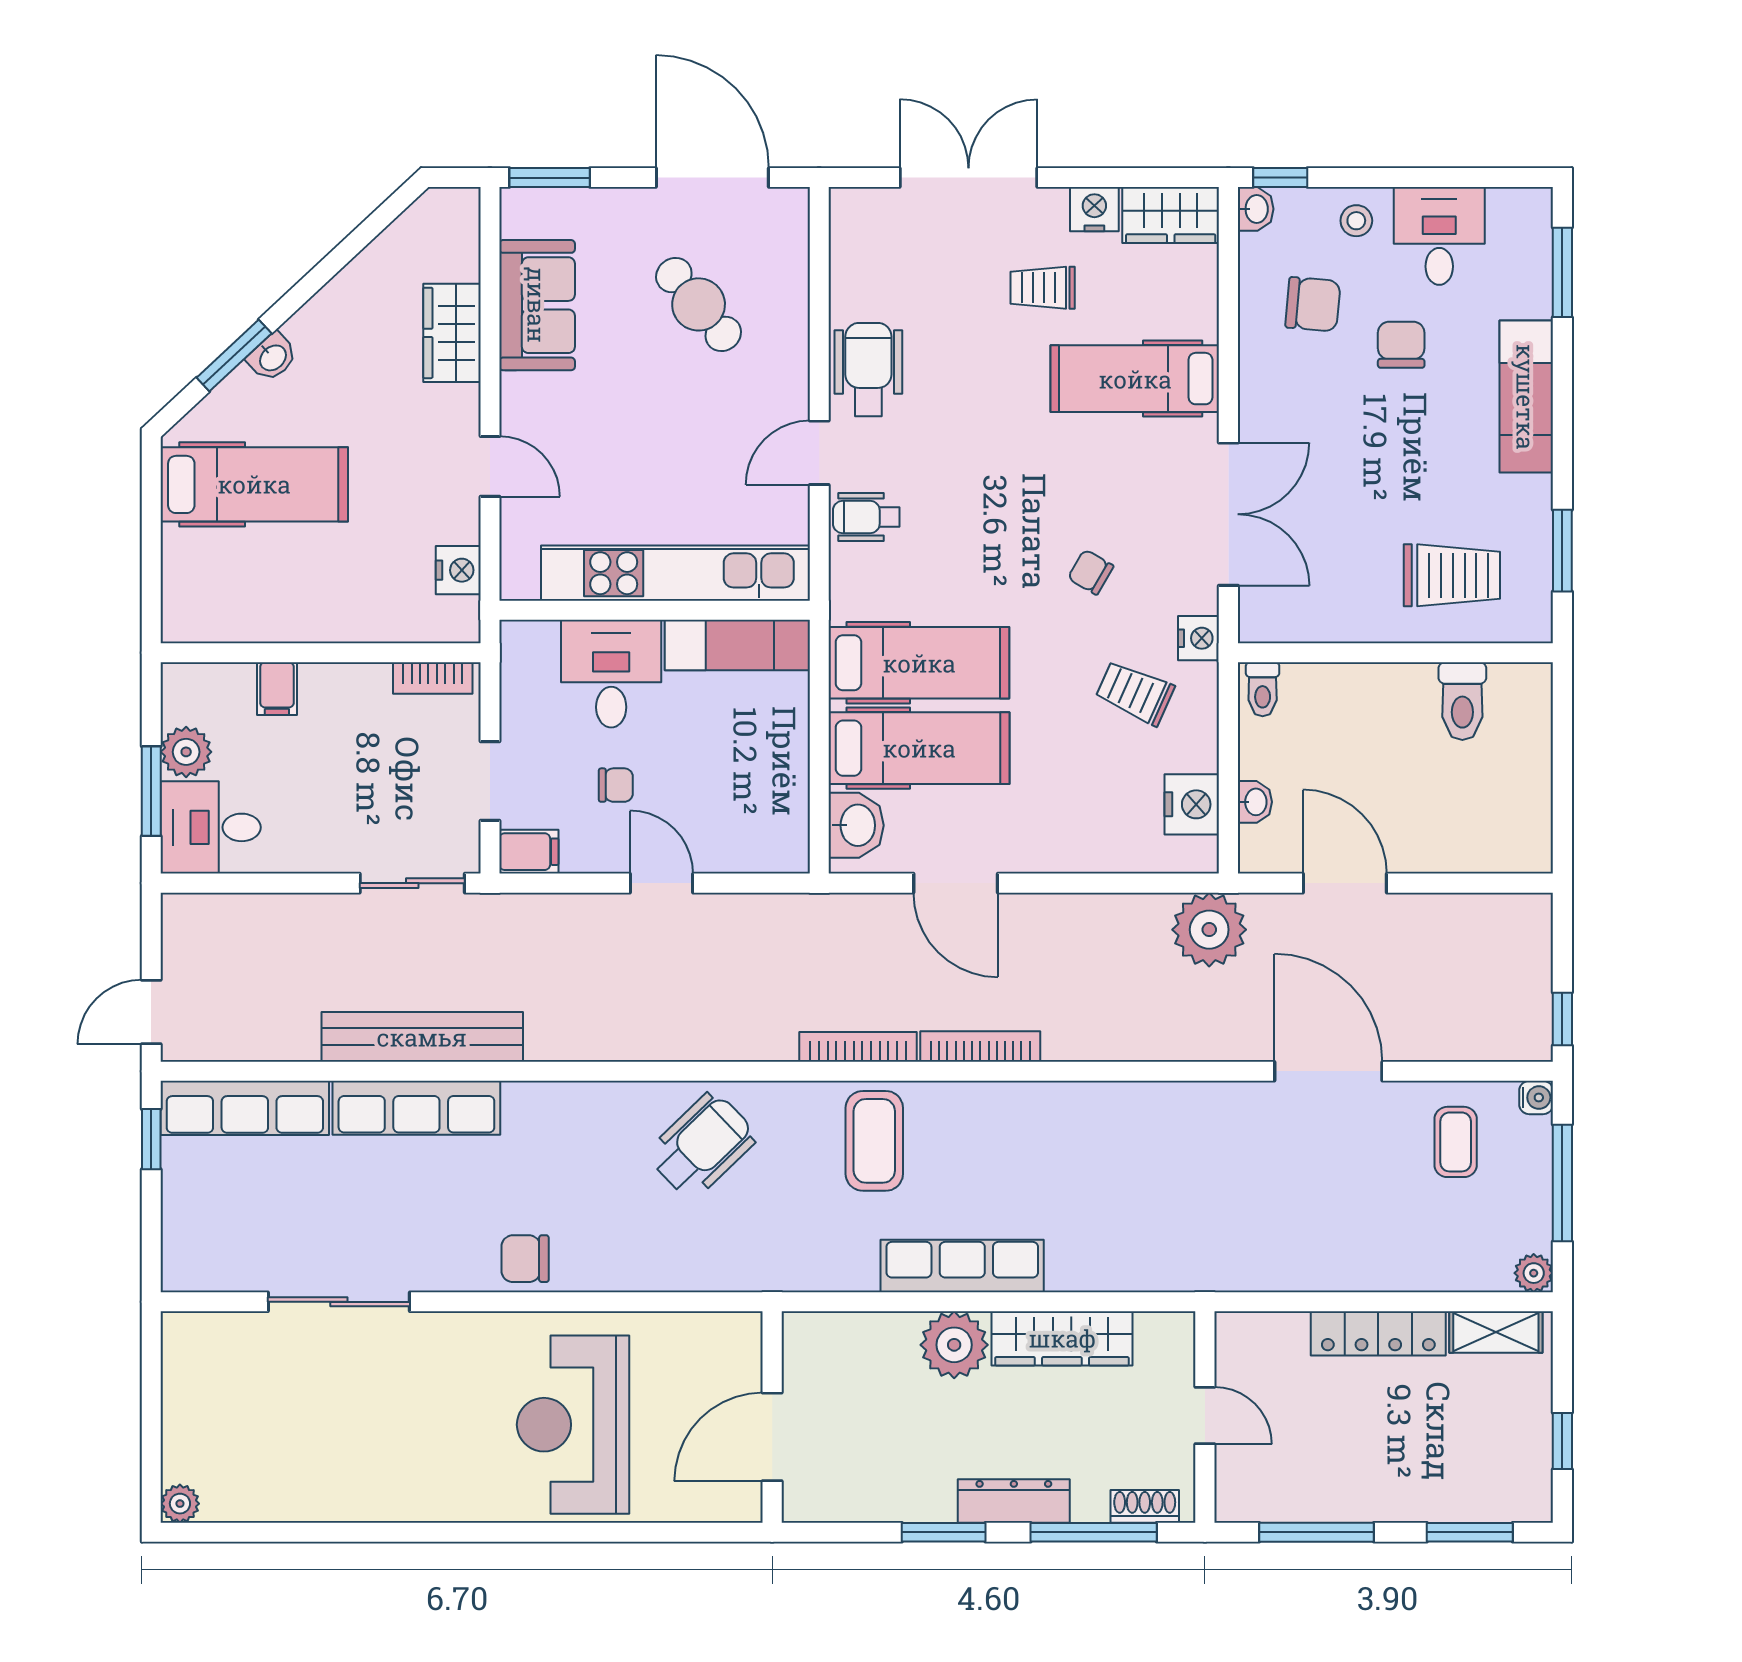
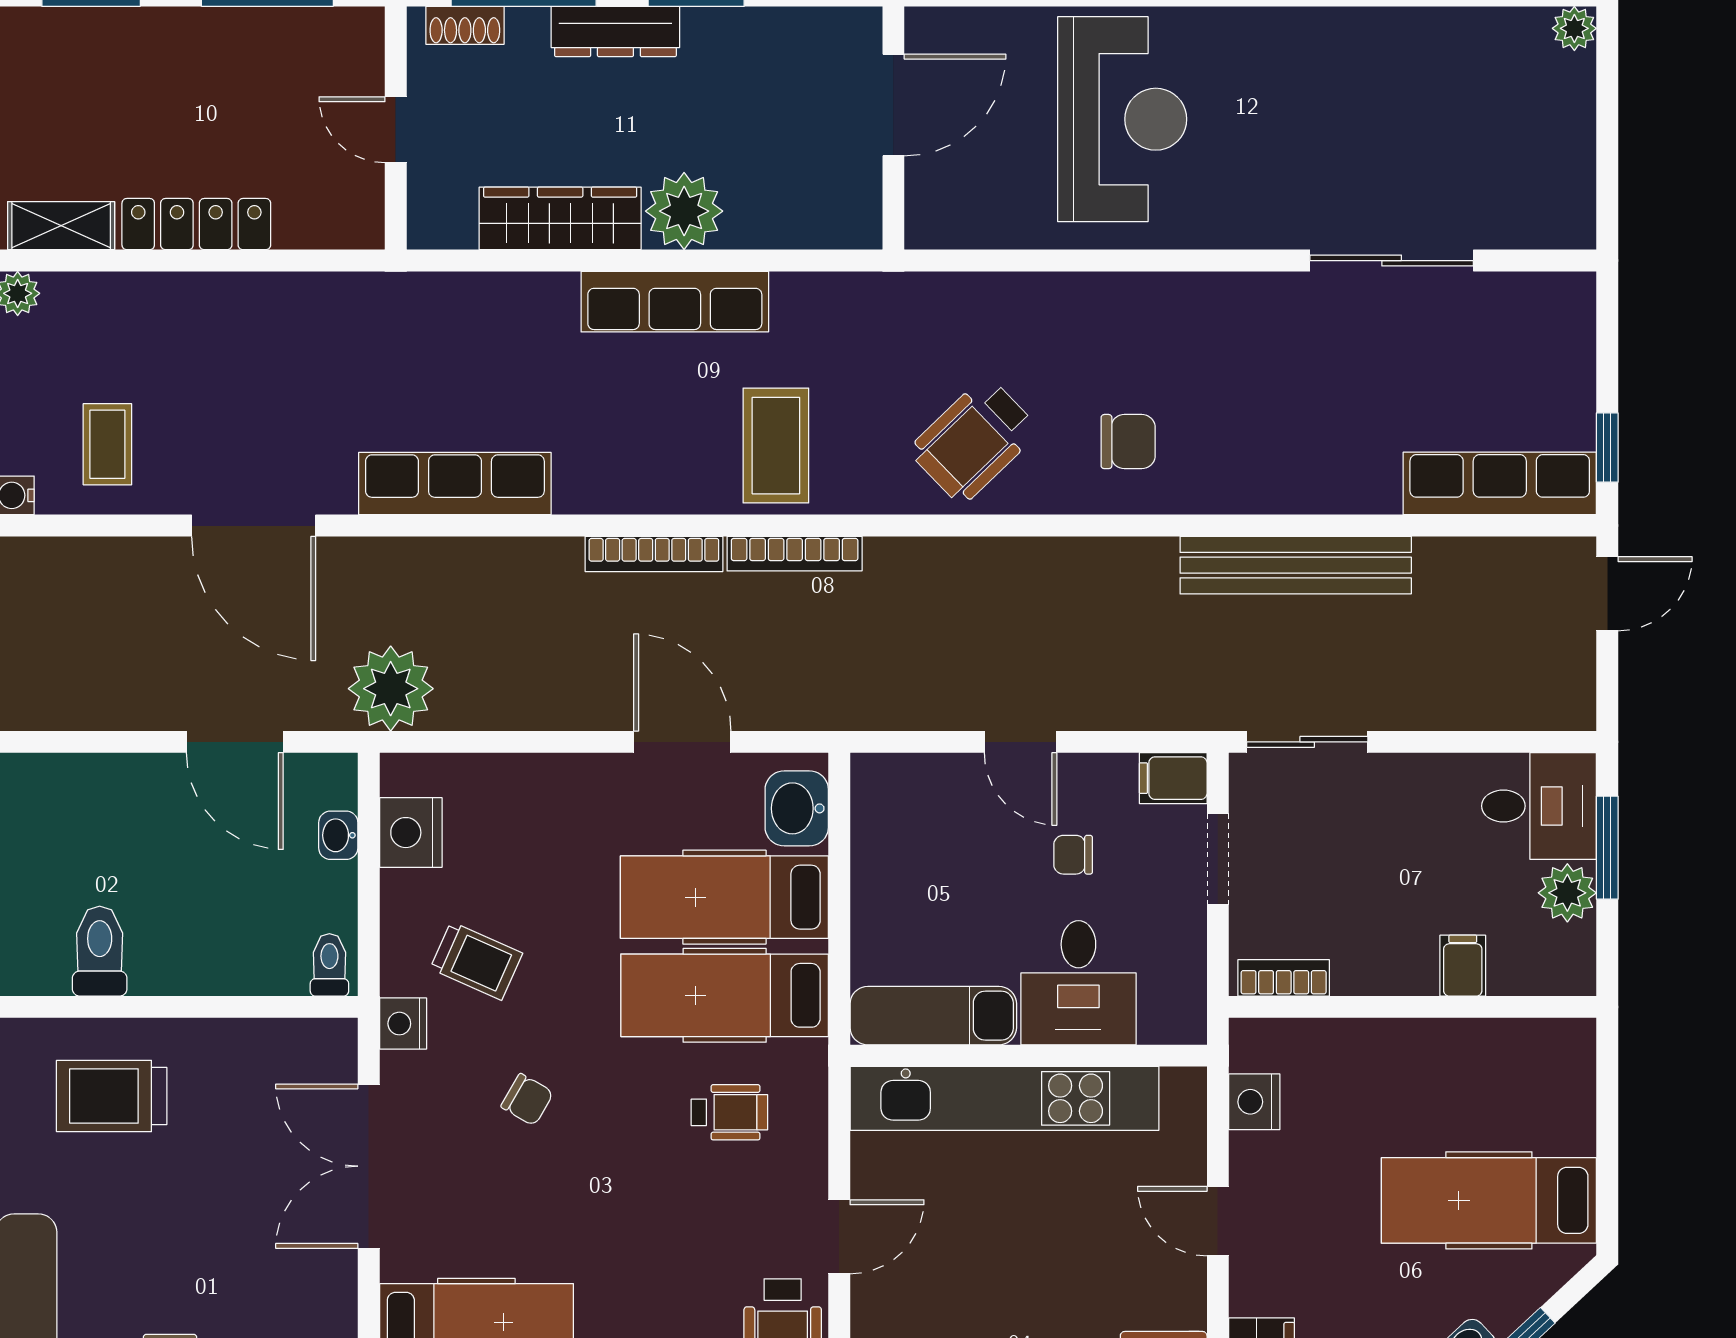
wheelchair: (866, 517) -> (729, 1112), moved
row of seats: (416, 1108) -> (455, 484), moved
chair: (525, 1259) -> (1128, 442), moved

